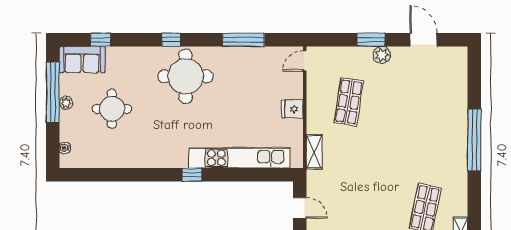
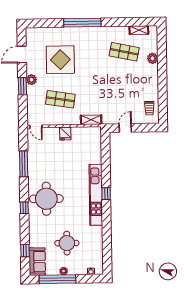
display table: (414, 103) -> (60, 60), added
kitchen unit: (240, 158) -> (96, 195), moved

